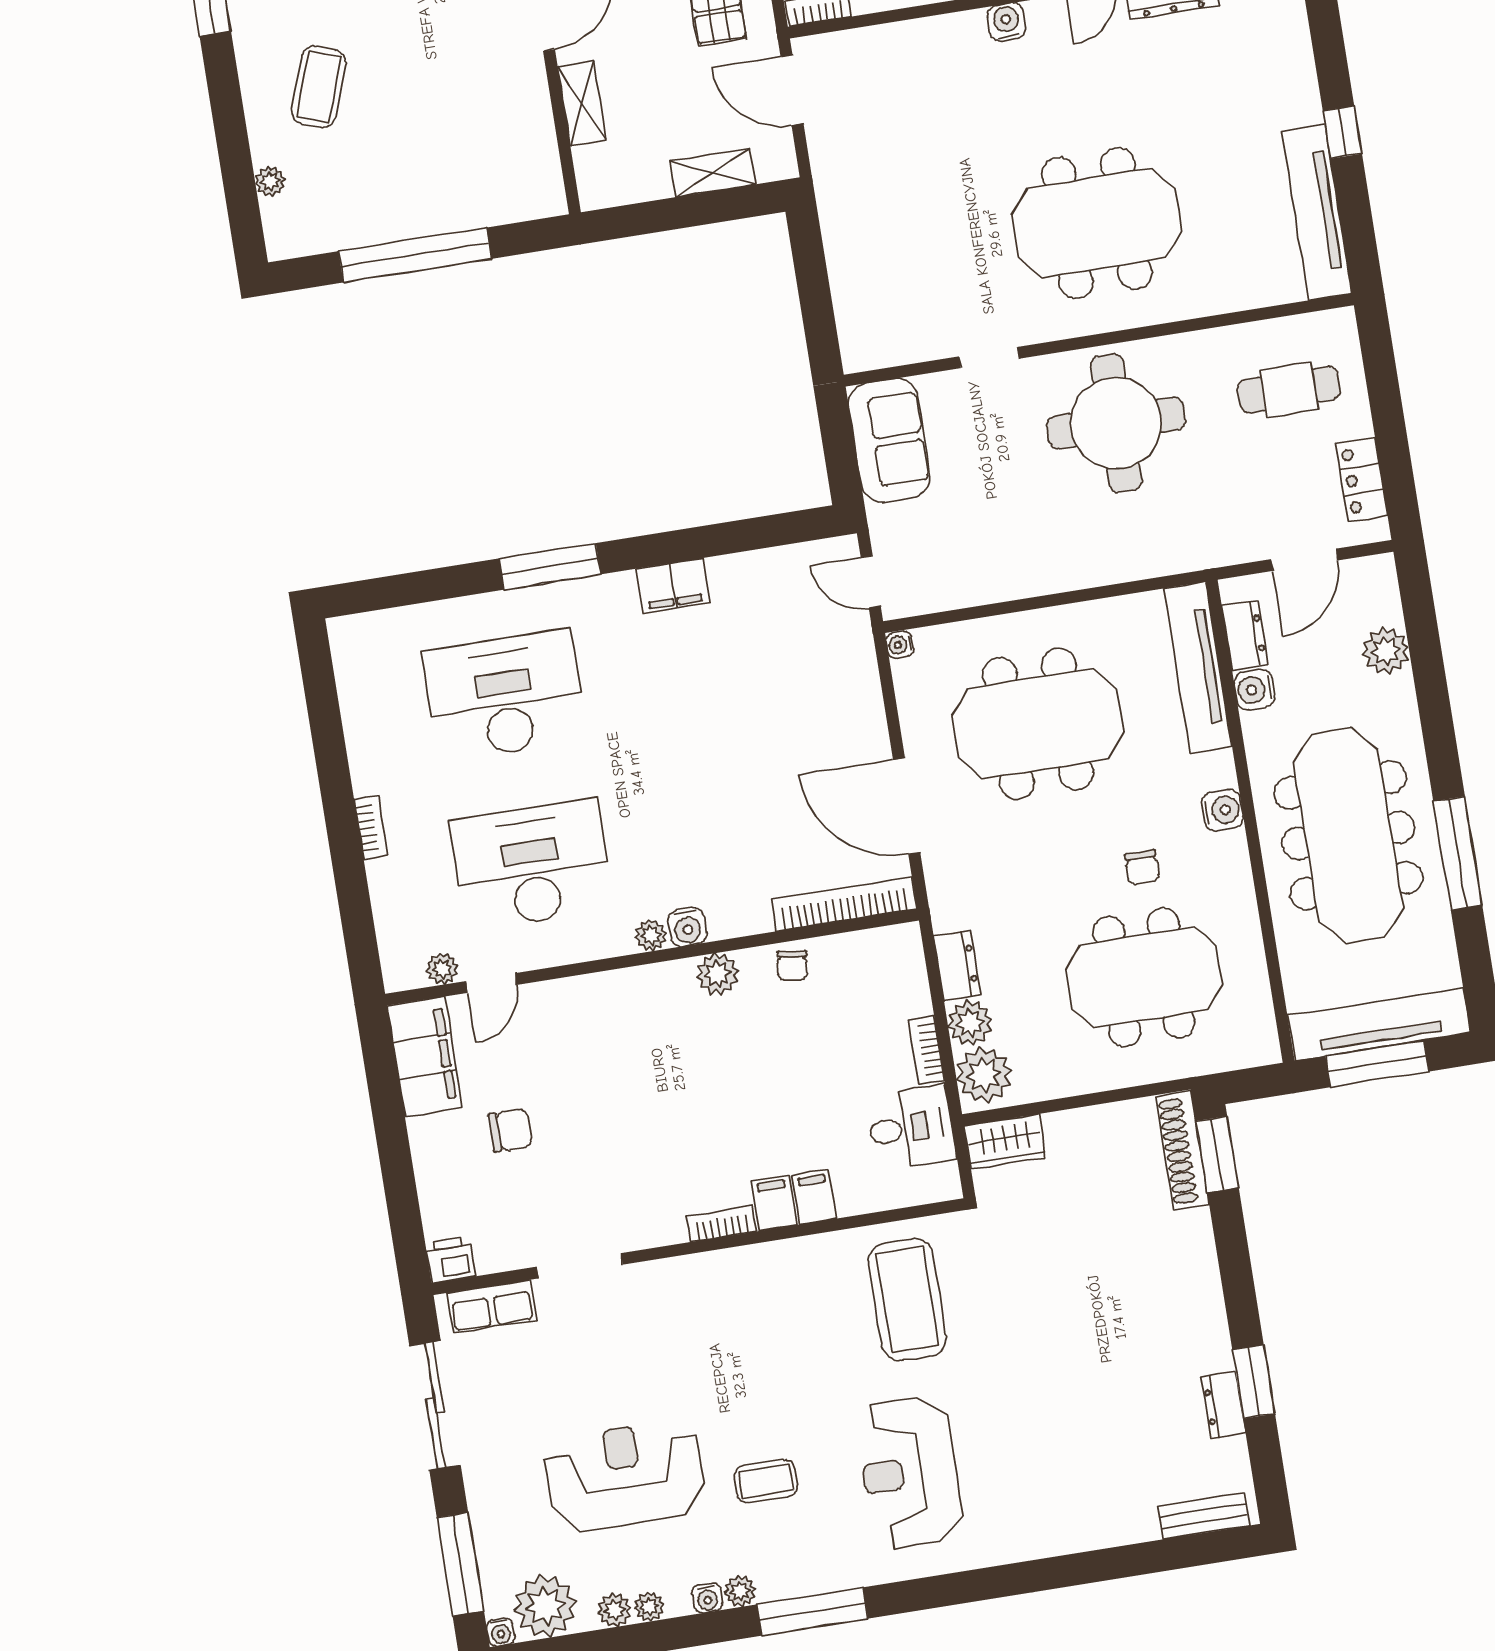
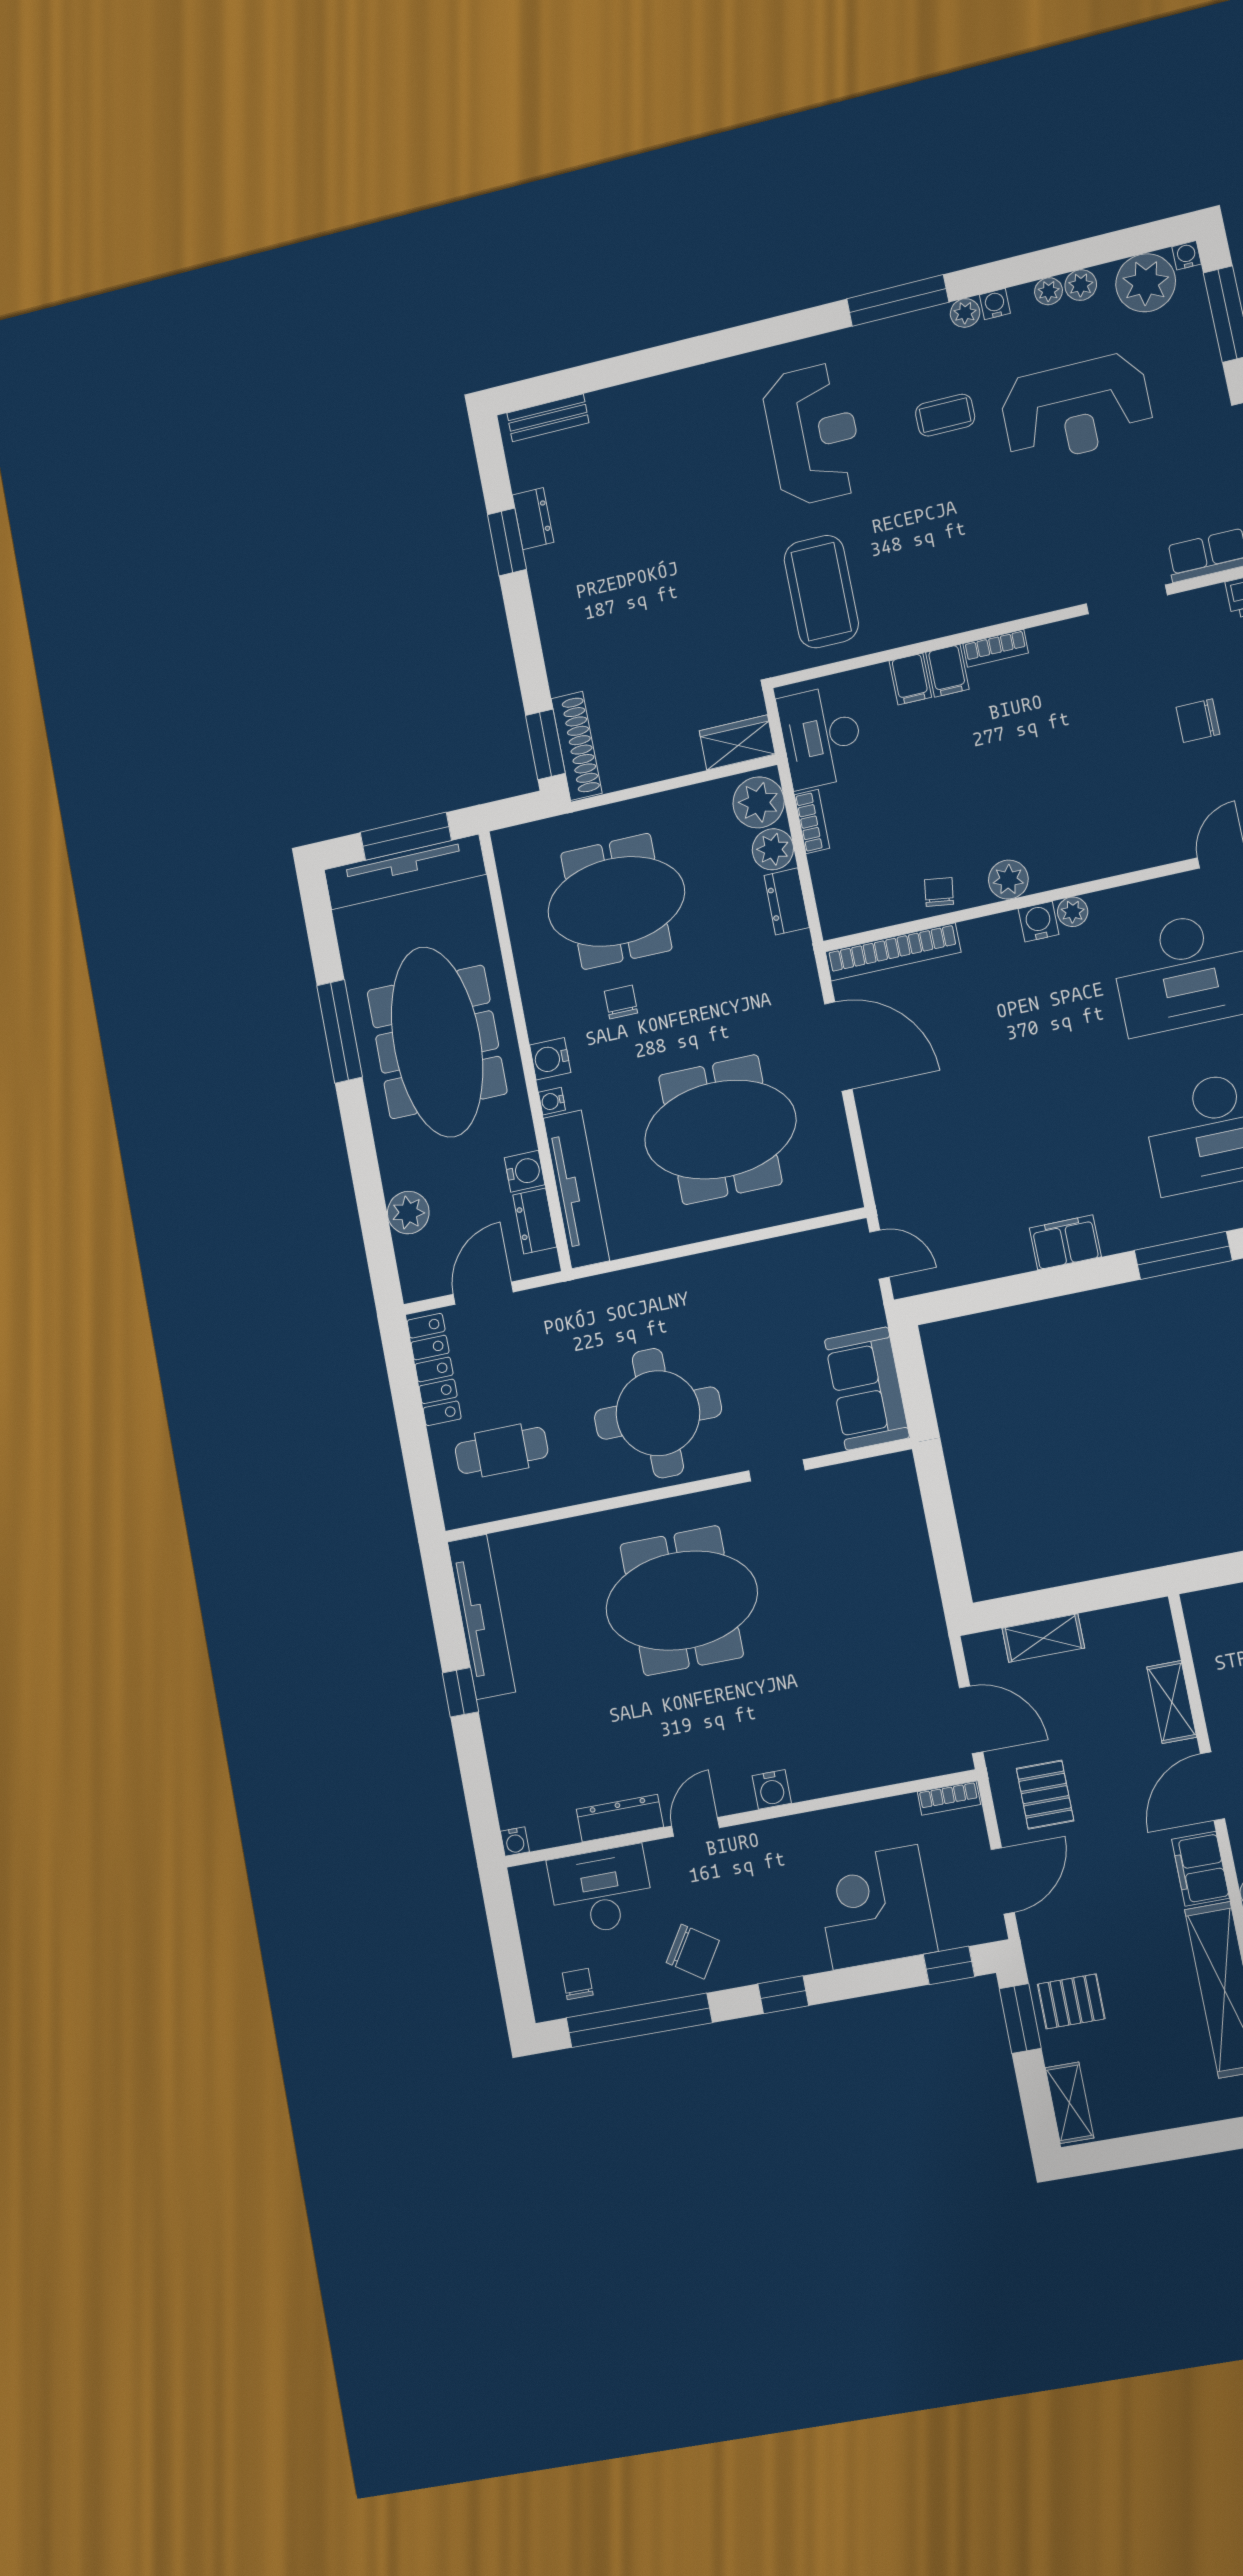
locker: (1362, 480) -> (434, 1369), width x1.53
water cooler: (900, 645) -> (552, 1101), moved, turned 180
desk: (911, 1128) -> (821, 737), width x1.37

